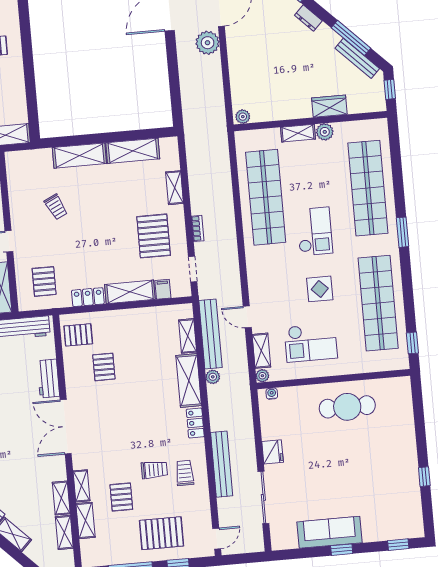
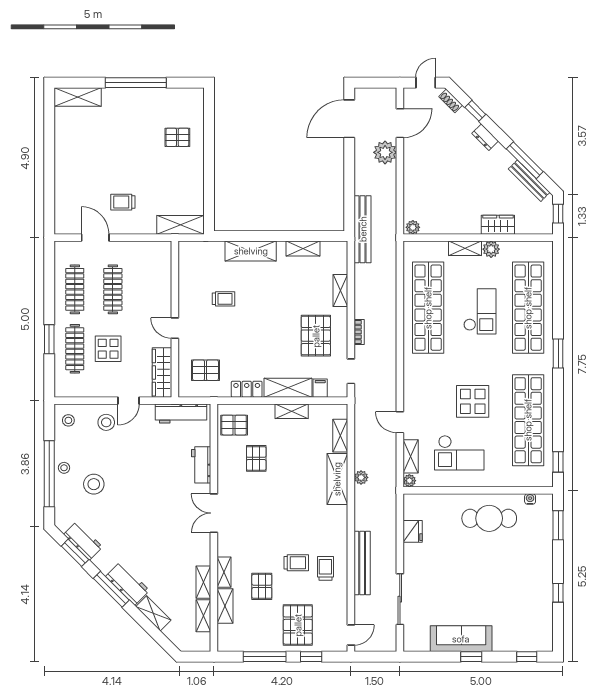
shelving: (133, 151) -> (303, 248), width x0.67, depth x0.75
trolley: (56, 207) -> (224, 299), turned -64
checkout: (315, 231) -> (480, 311), moved
pallet: (44, 281) -> (205, 370), turned 90
display table: (320, 289) -> (473, 401), width x1.36, depth x1.36
shelving: (136, 316) -> (292, 411), added
bench: (210, 334) -> (363, 229), moved
water cooler: (272, 394) -> (530, 499), moved
window: (418, 408) -> (558, 525), added
locker: (195, 423) -> (340, 521), removed
double door: (66, 427) -> (214, 513), width x0.73
fridge: (273, 452) -> (413, 531), moved
pallet: (161, 533) -> (298, 625), turned 90

